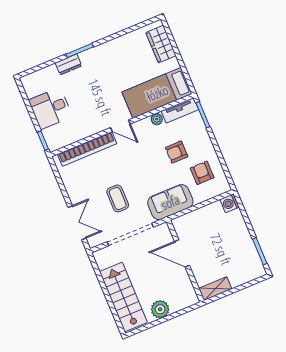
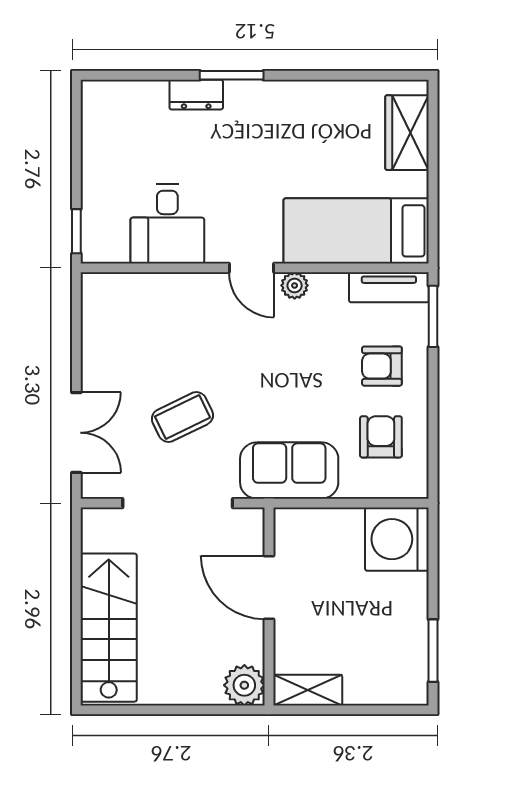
desk: (50, 108) -> (167, 224), moved, turned -90
plant: (157, 119) -> (295, 285), moved
bookcase: (87, 149) -> (162, 287), removed
armchair: (177, 152) -> (382, 366), moved
coffee table: (118, 198) -> (182, 417), turned 64
washing machine: (230, 203) -> (397, 539), width x1.89, depth x1.89
plant: (160, 309) -> (244, 685), moved

